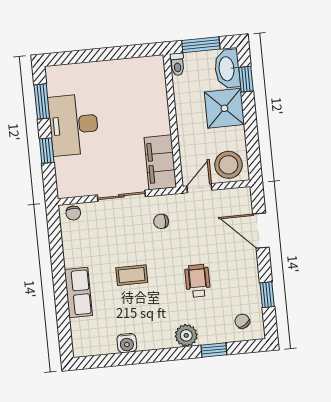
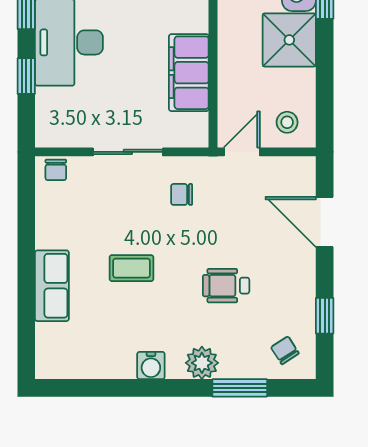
filing cabinet: (160, 162) -> (189, 73), moved
stool: (228, 165) -> (287, 122), width x0.53, depth x0.53
wheelchair: (198, 281) -> (226, 286), turned -90
water cooler: (127, 343) -> (151, 366), moved
window: (214, 350) -> (240, 388), width x1.50

